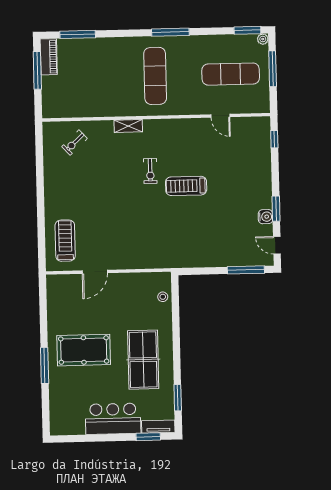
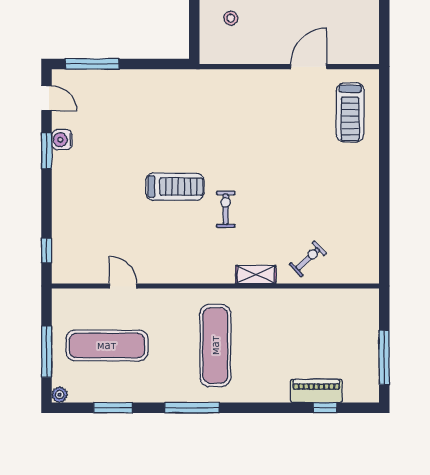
window: (247, 30) -> (113, 408), moved
window: (78, 34) -> (325, 408), width x0.46
piano: (49, 57) -> (316, 391), moved, turned 90
exercise bike: (75, 143) -> (308, 259), moved
stool: (163, 297) -> (231, 18), moved

